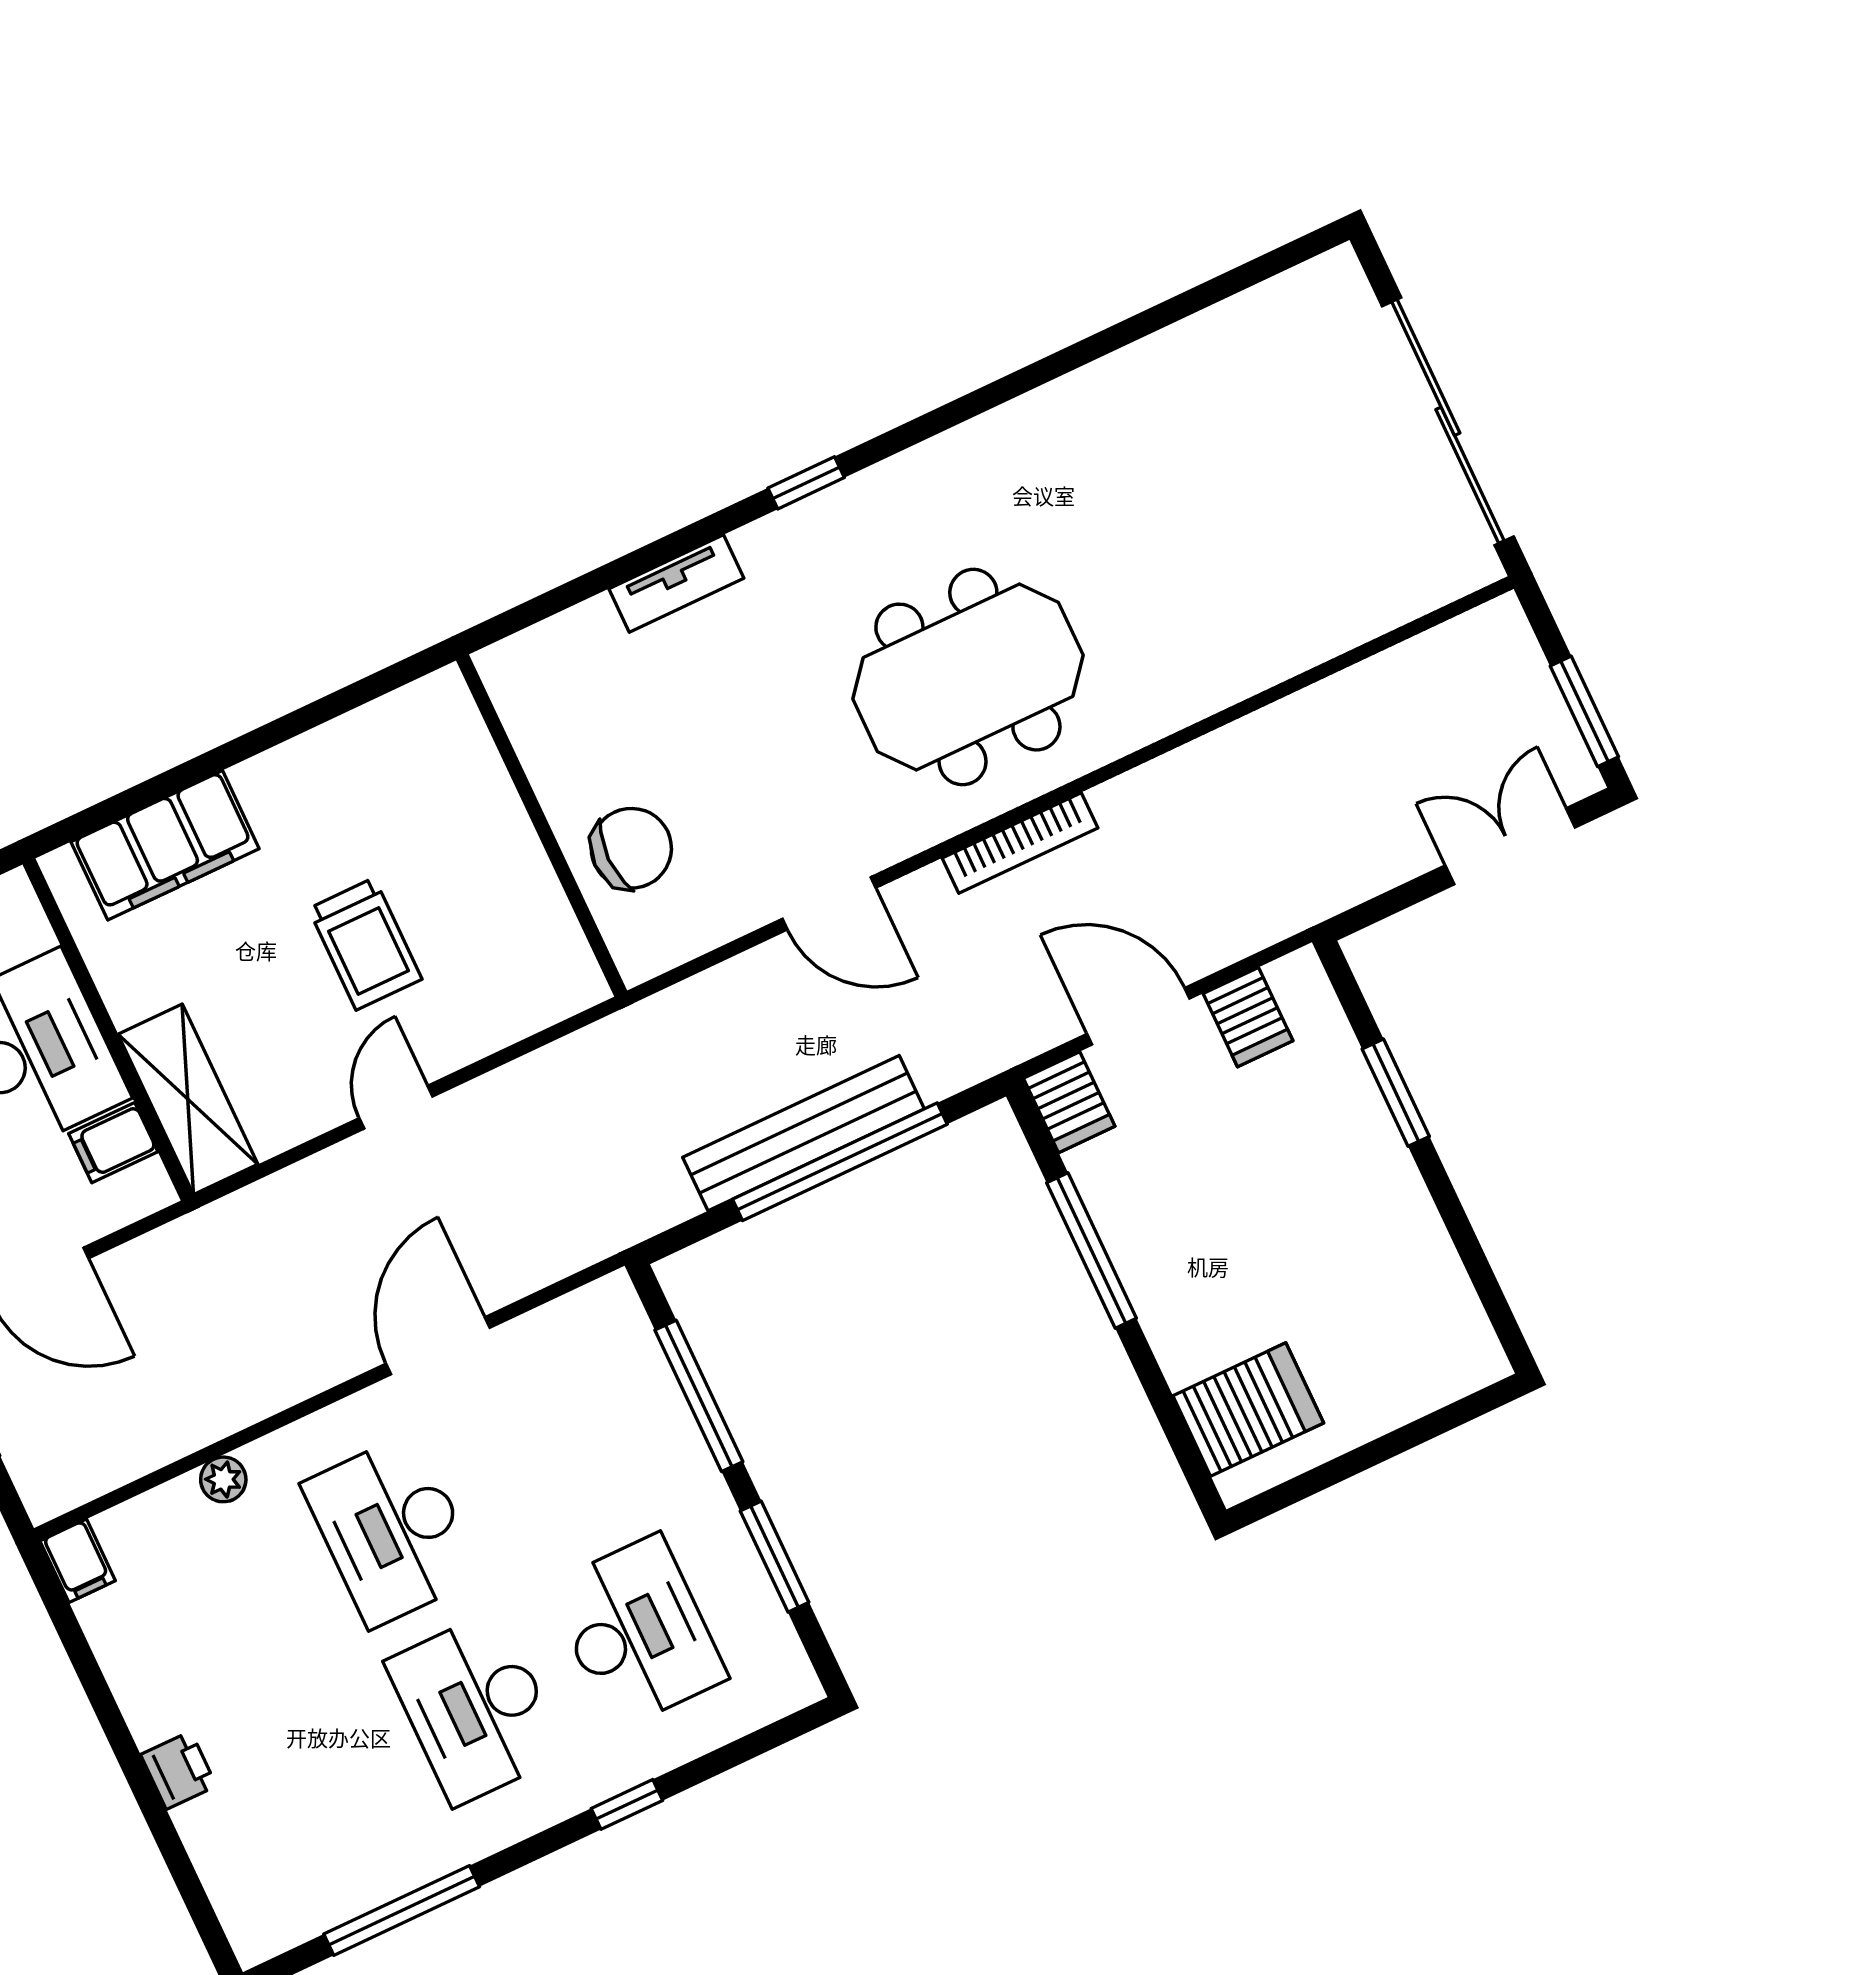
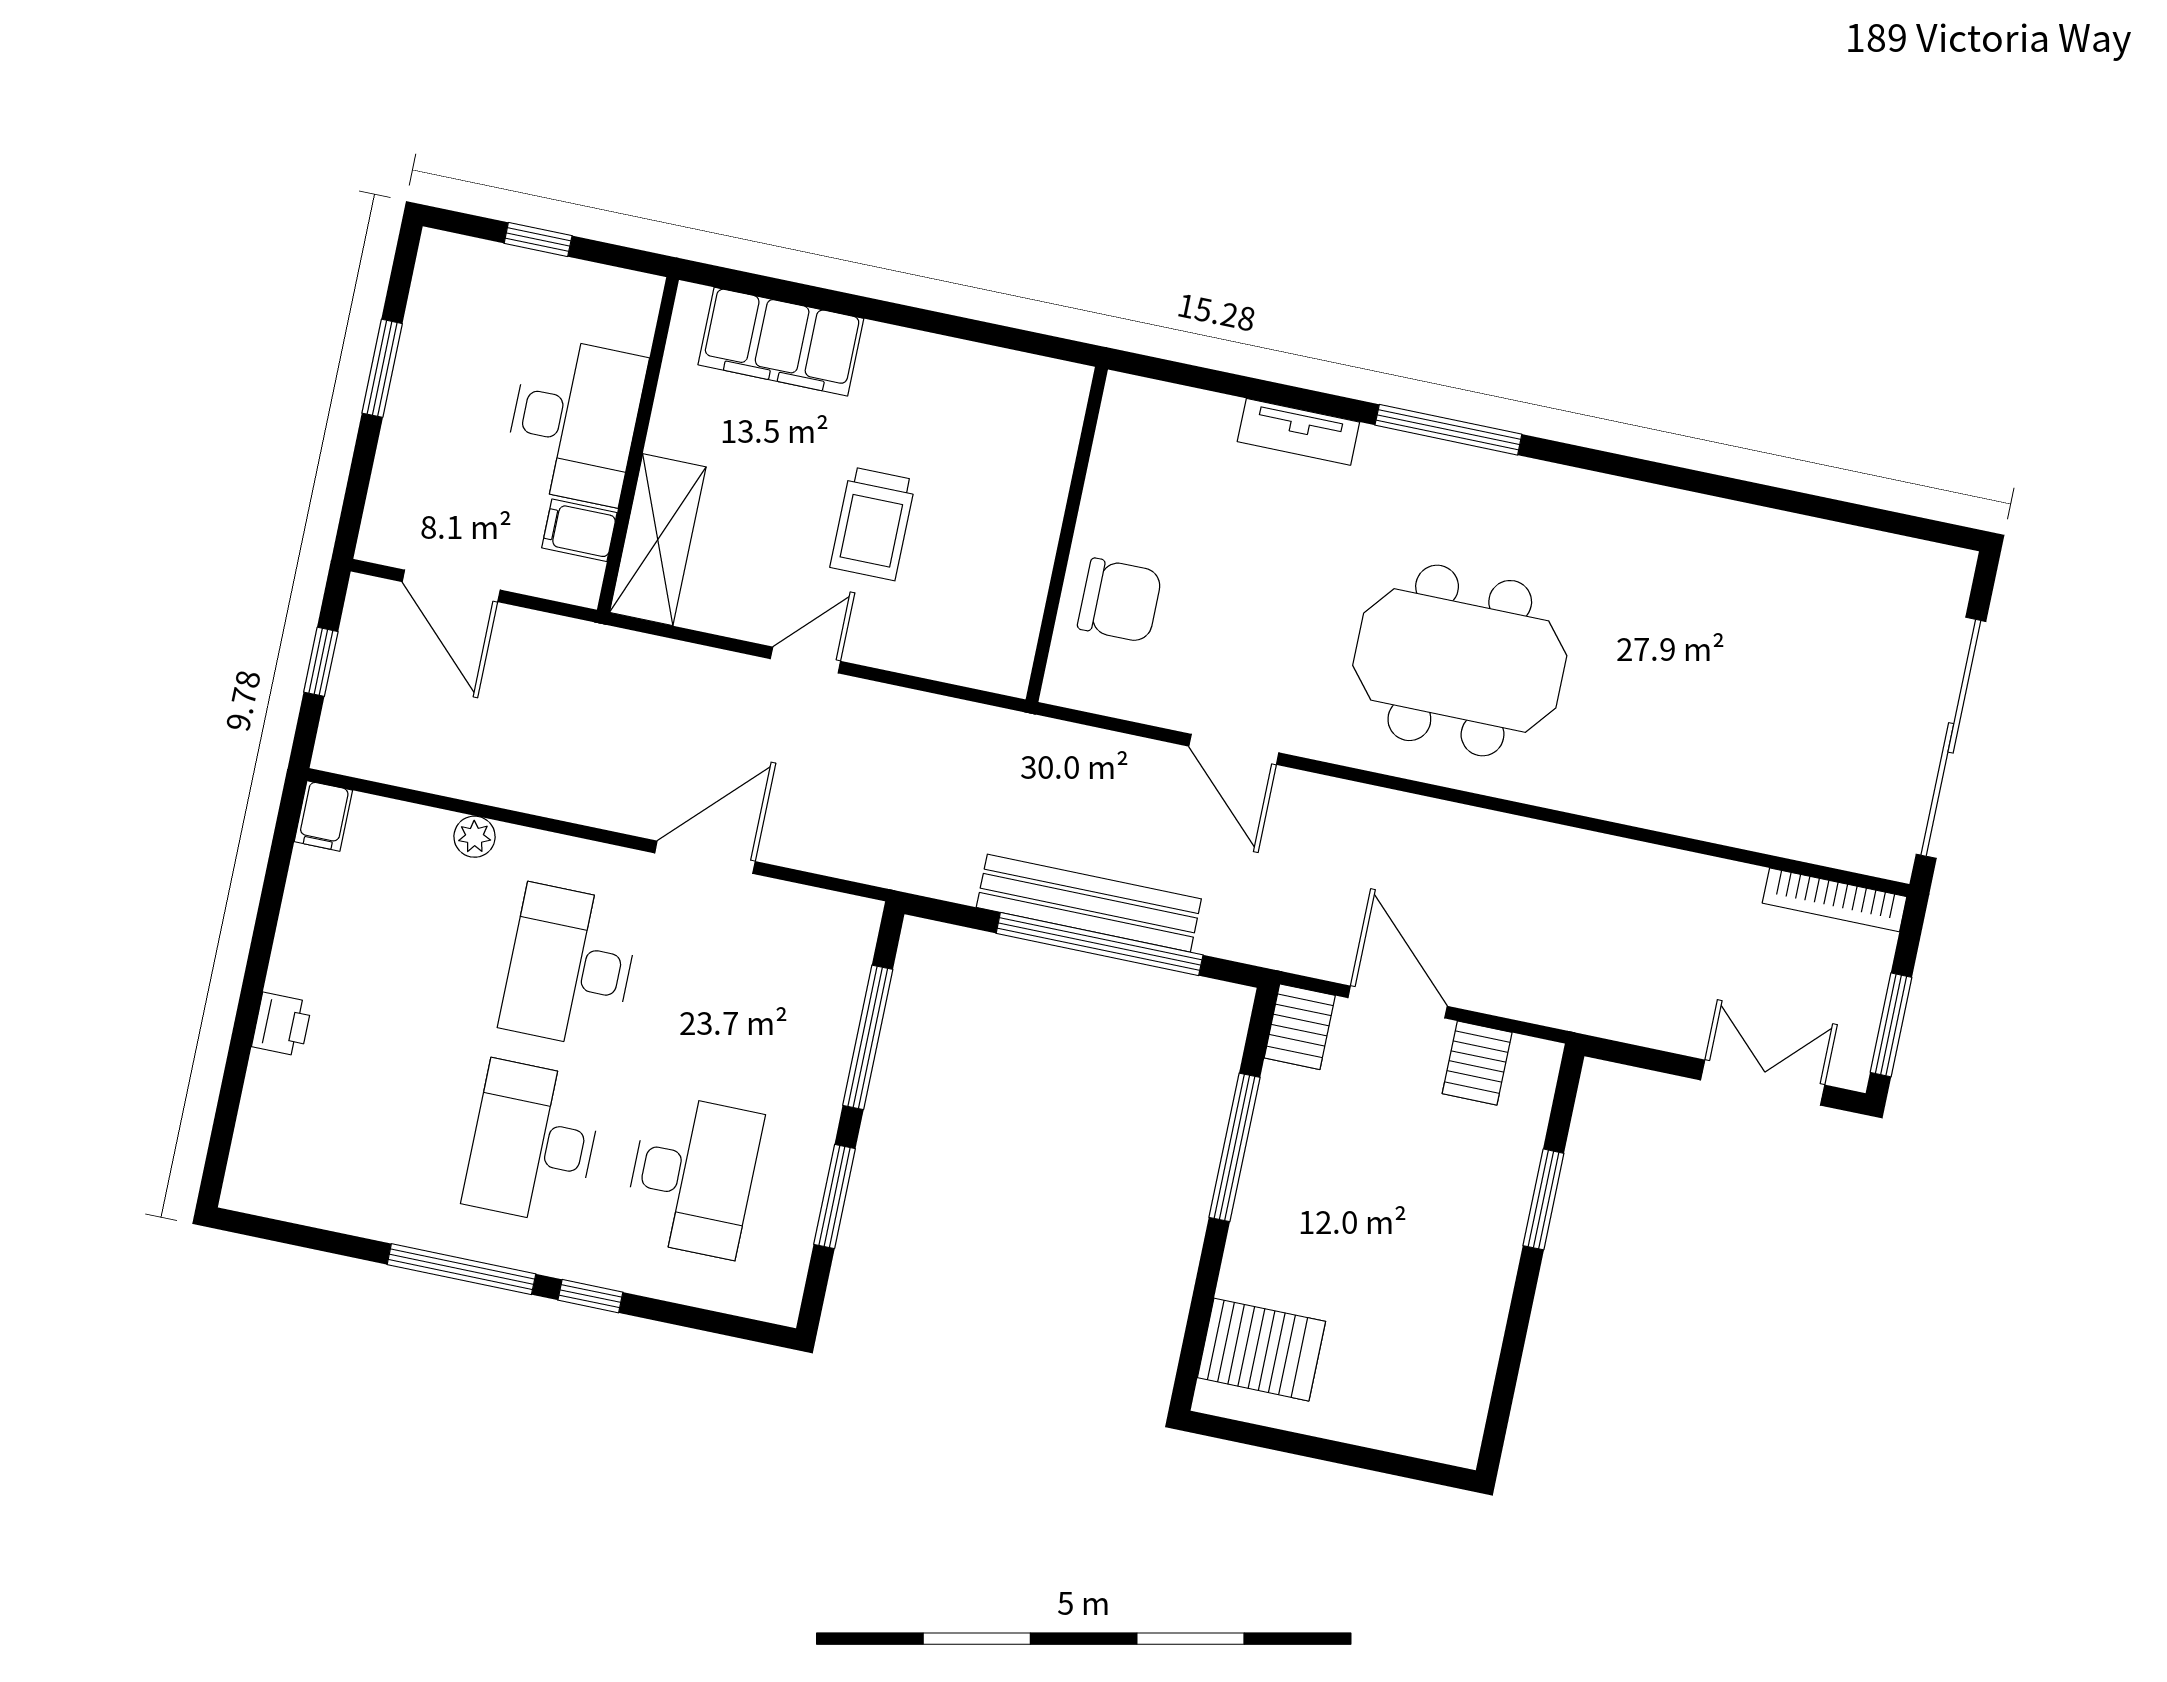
window: (806, 483) -> (1448, 430), width x2.17
bookcase: (1020, 843) -> (1835, 900), moved
window: (402, 1910) -> (461, 1269), moved

